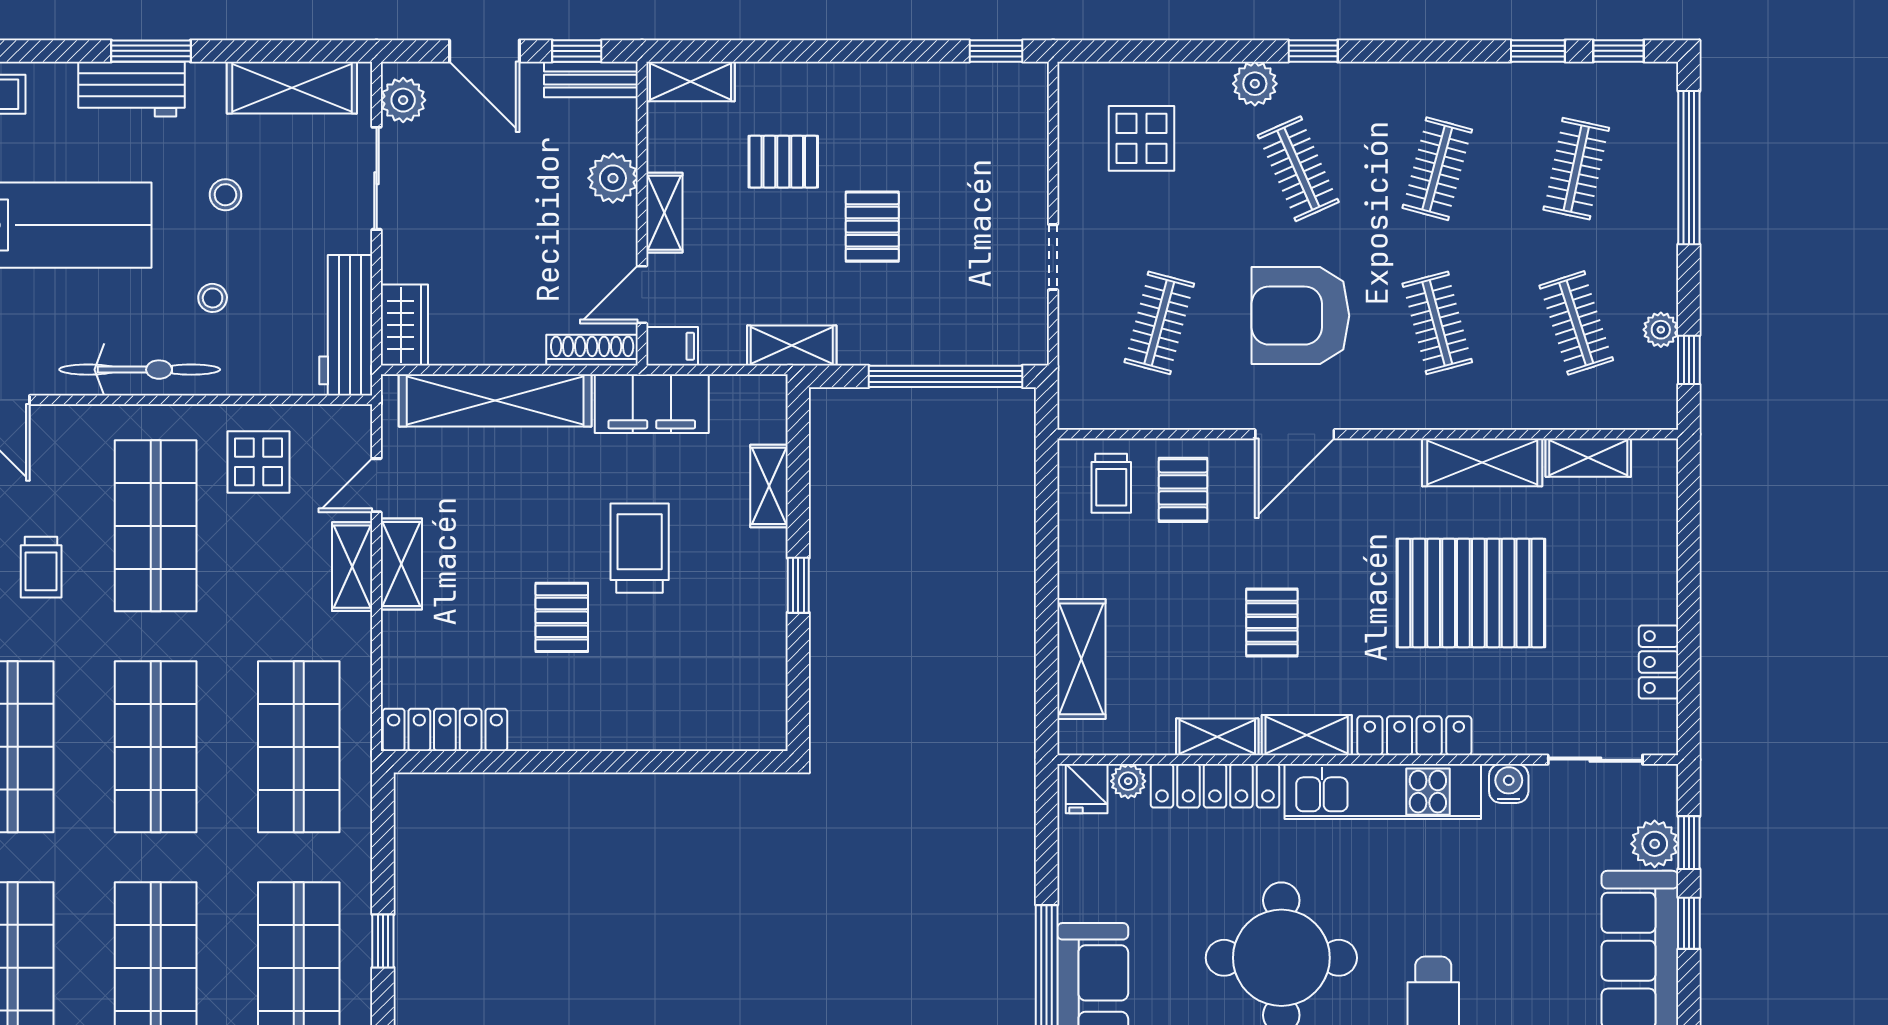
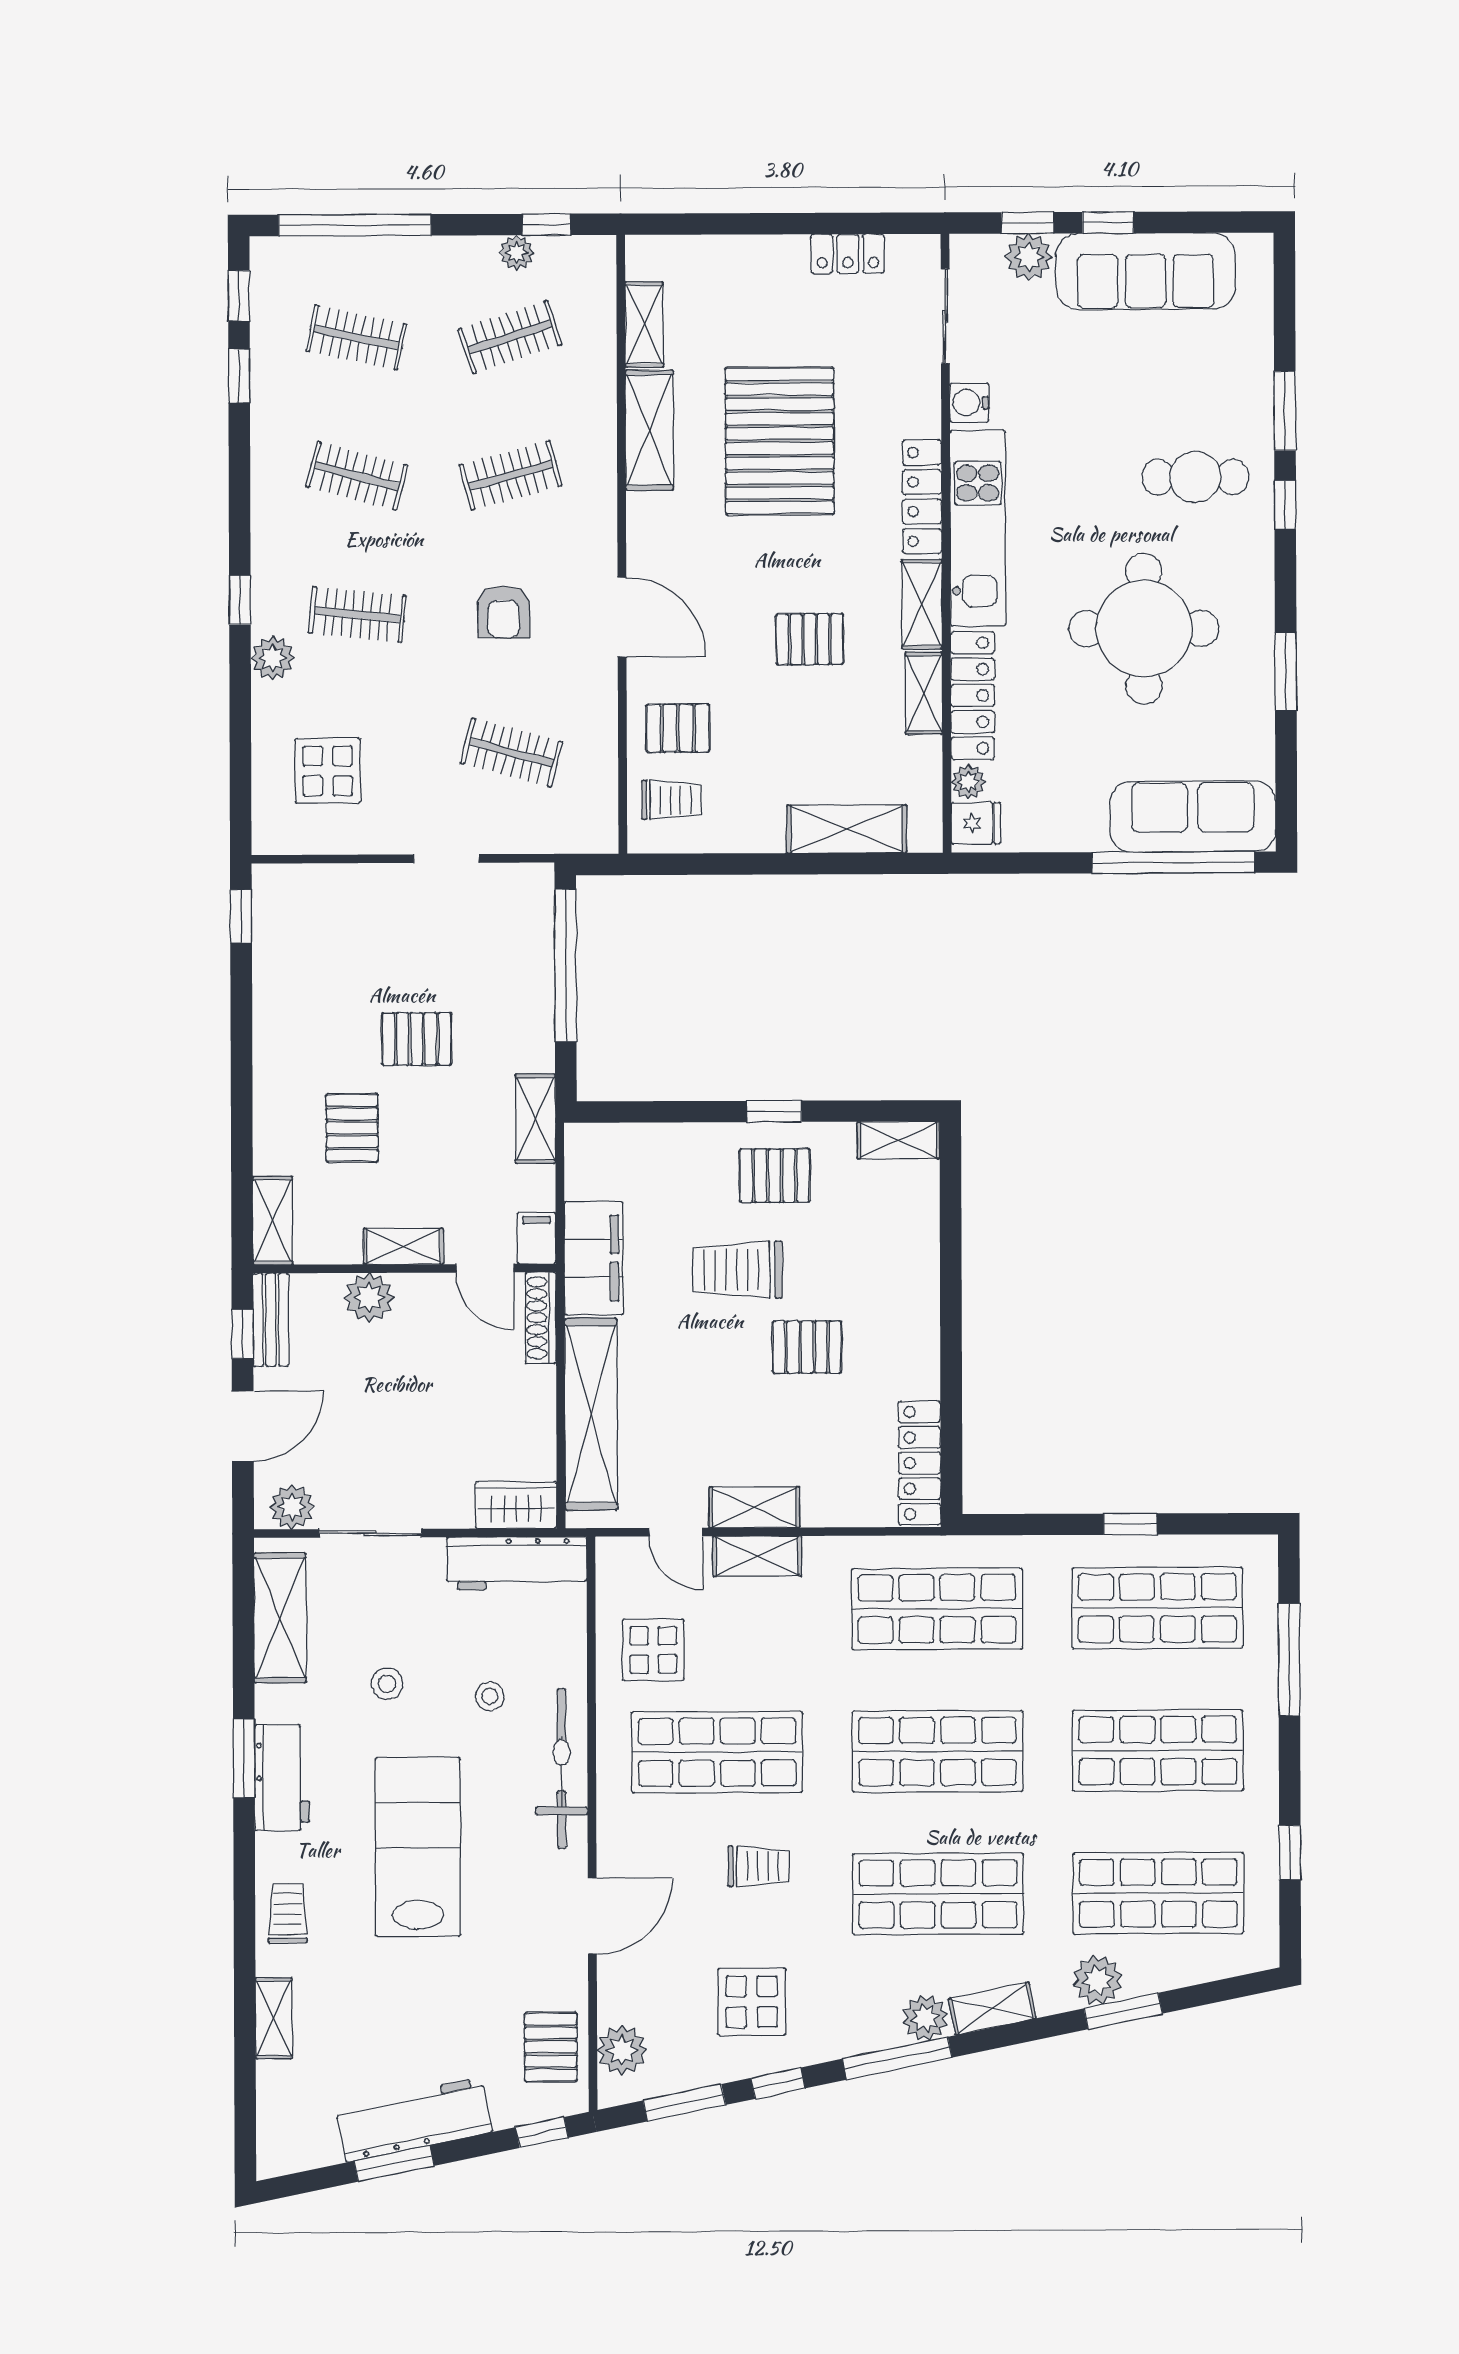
clothes rail: (1298, 169) -> (357, 614), turned 30
armchair: (1300, 316) -> (504, 612), width x0.53, depth x0.53
shelving: (769, 486) -> (898, 1140), moved
pallet: (734, 585) -> (775, 1176), added

